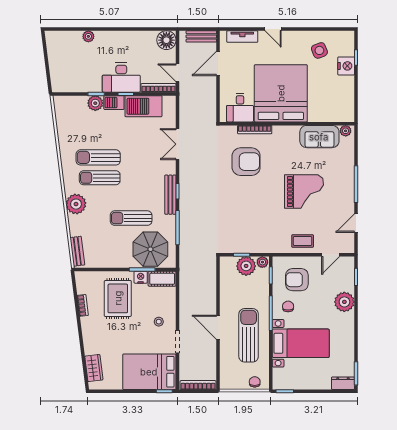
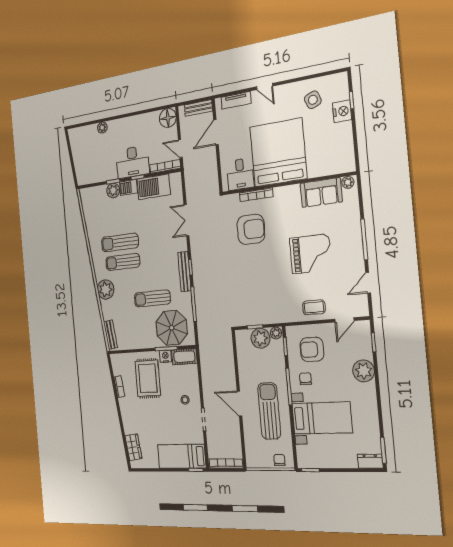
bed: (149, 372) -> (182, 456), width x0.67

